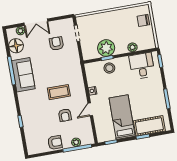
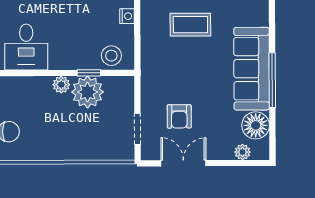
double door: (36, 22) -> (183, 163), moved
plant: (132, 47) -> (61, 85), moved
stool: (109, 68) -> (111, 56), moved
sofa: (23, 75) -> (252, 69), width x1.36

